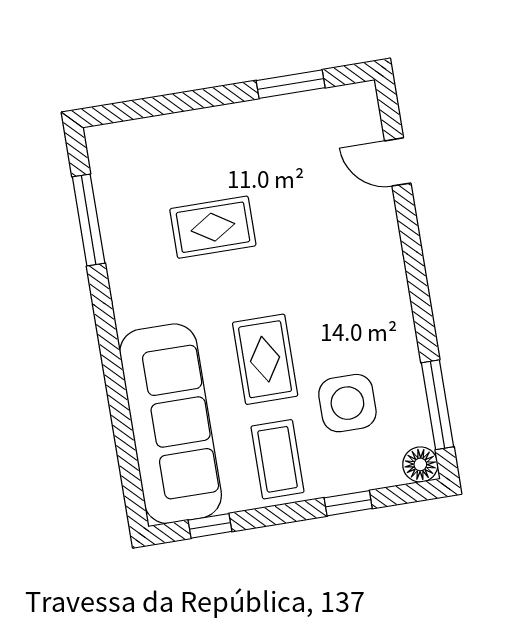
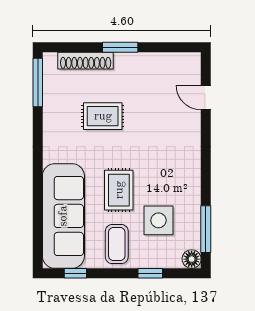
window: (291, 84) -> (120, 47), moved
shoe rack: (165, 130) -> (86, 61), added
window: (89, 220) -> (38, 82), moved

